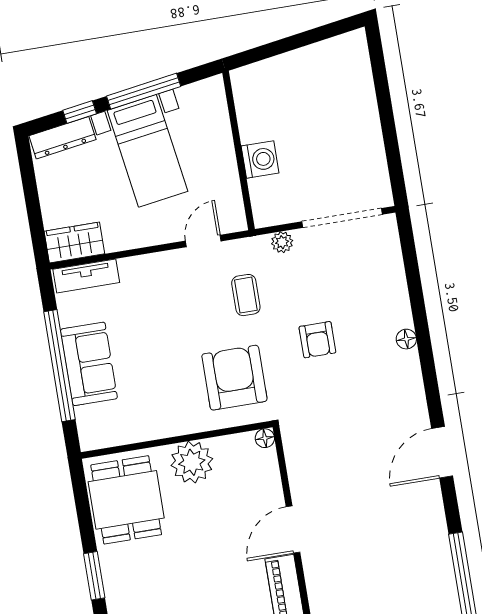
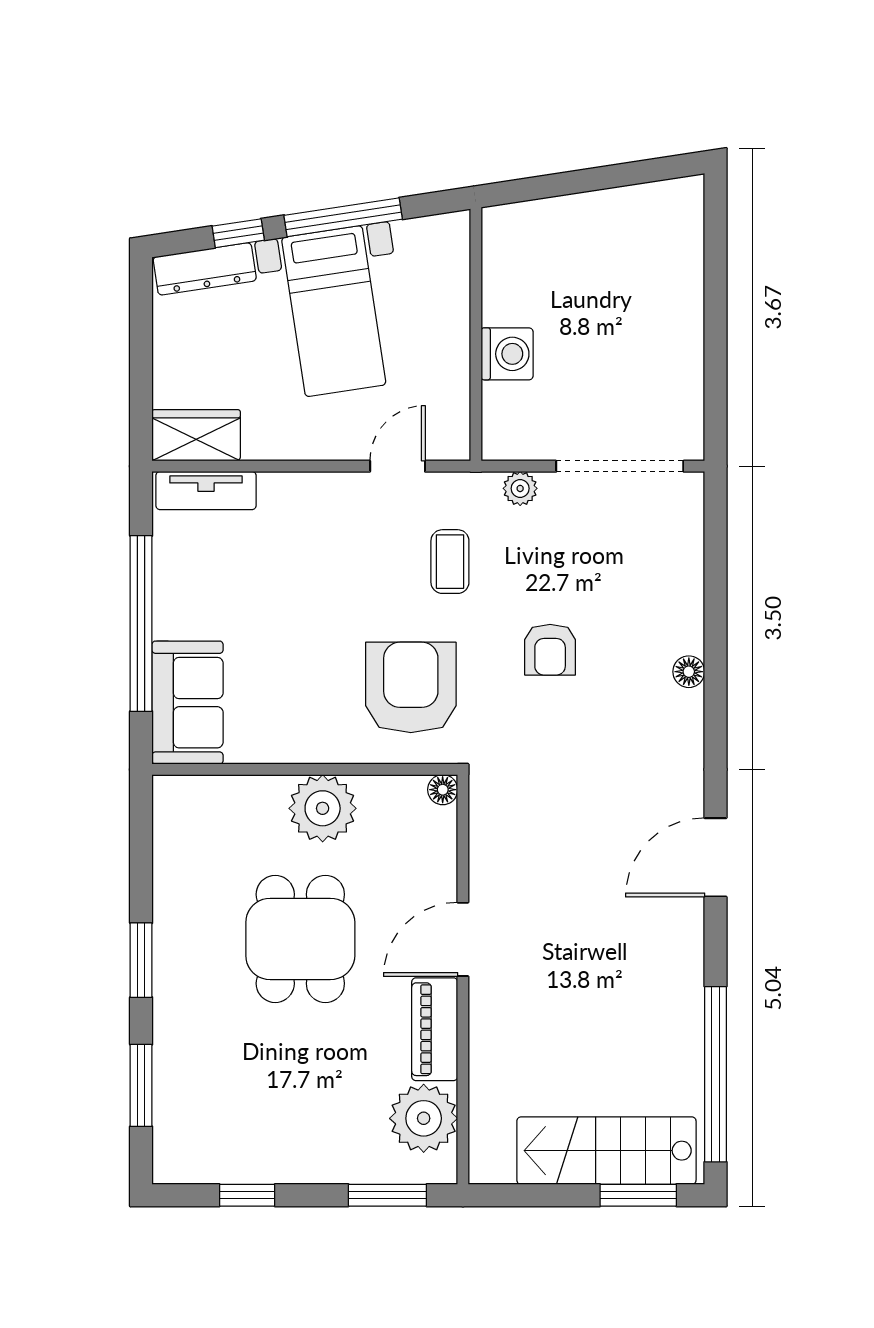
sofa: (89, 364) -> (188, 703), moved
dining table: (126, 500) -> (300, 939), moved

